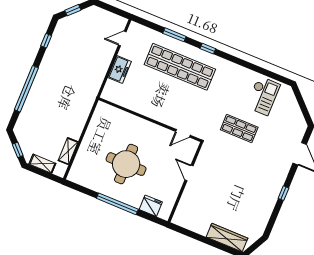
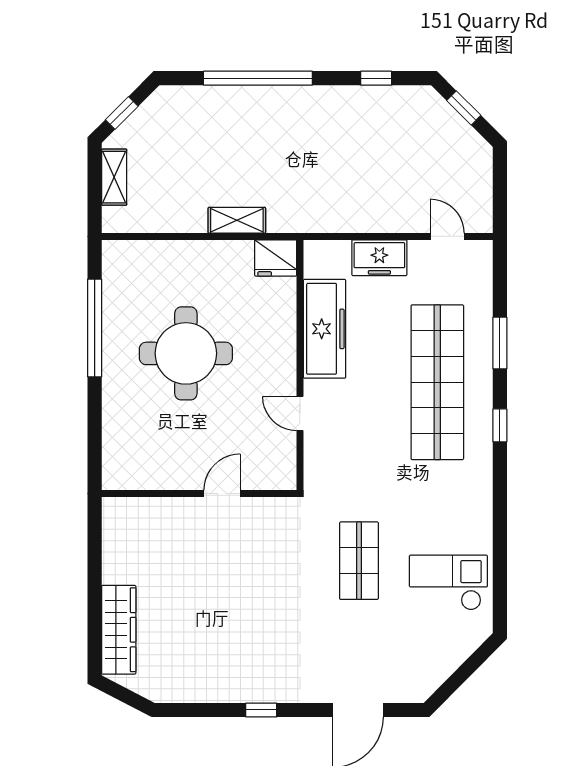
checkout: (263, 96) -> (448, 583), turned 180
freezer: (139, 104) -> (325, 329), added
door: (183, 133) -> (300, 413), moved
shelving: (68, 151) -> (237, 220), moved
window: (117, 204) -> (95, 328), moved
fridge: (151, 206) -> (276, 258), moved, turned 90

